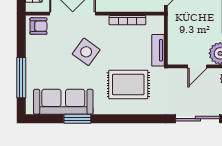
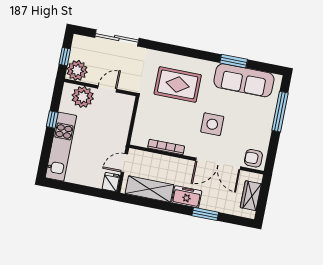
tv unit: (158, 50) -> (142, 112), removed
side table: (86, 52) -> (212, 124), turned -36

